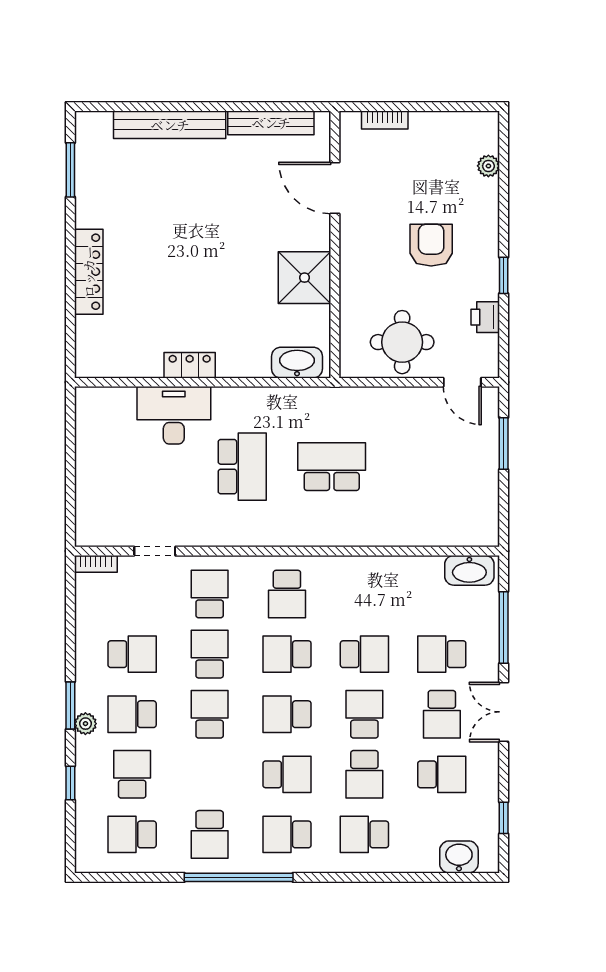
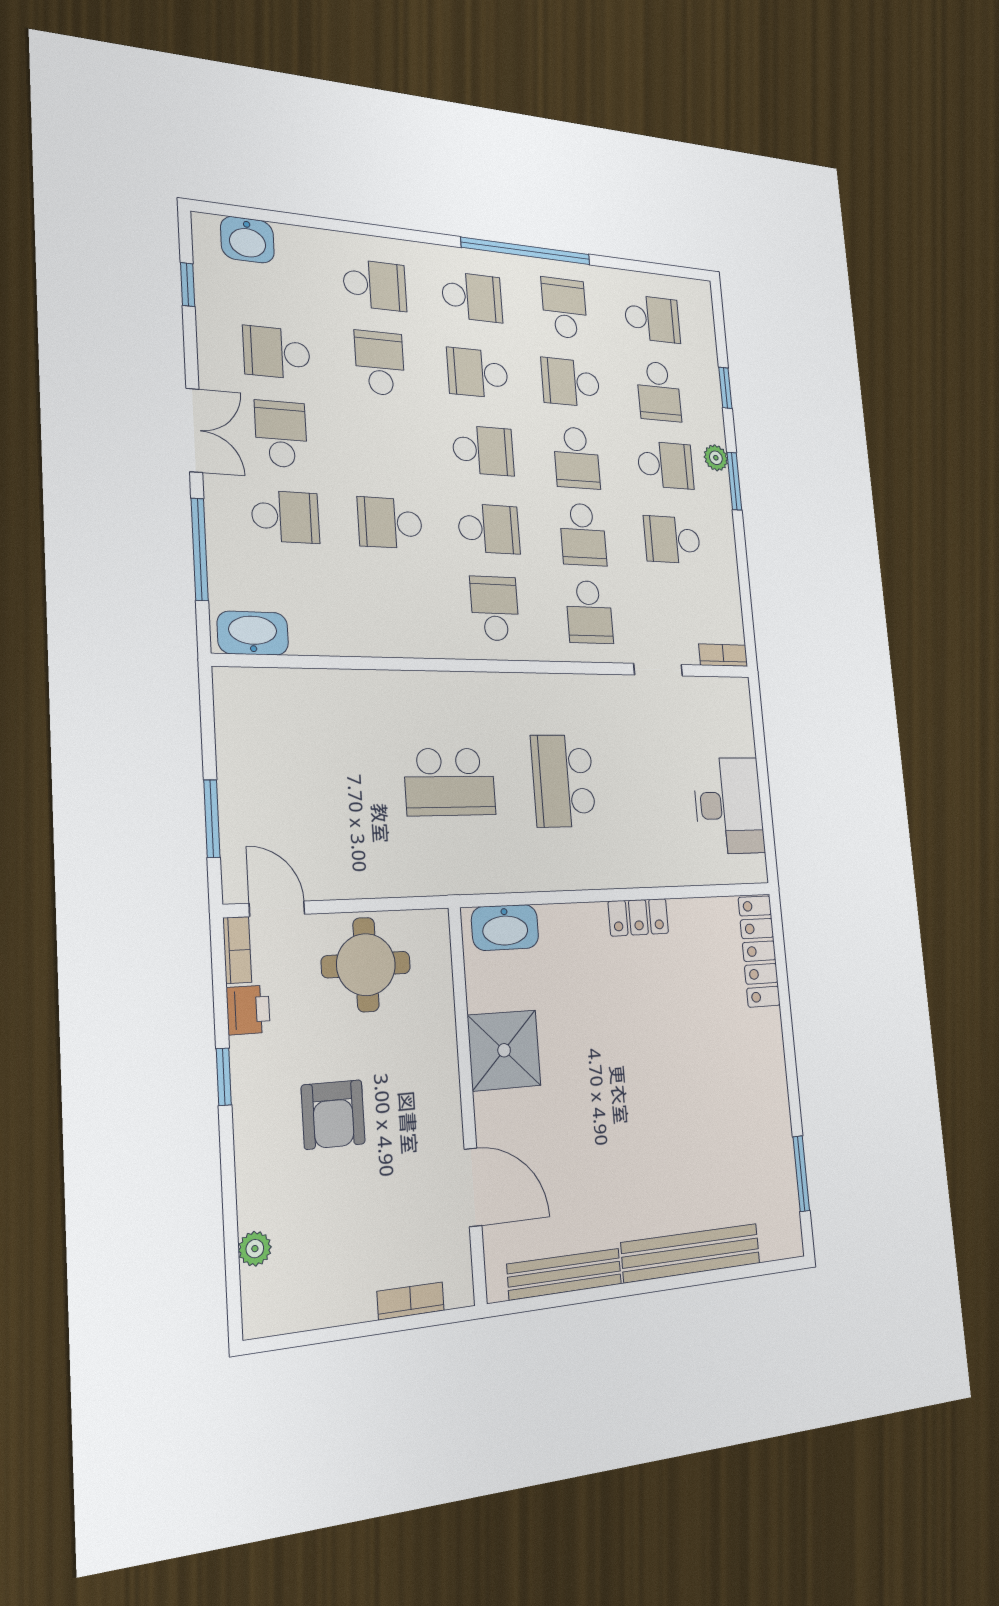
locker: (89, 272) -> (759, 951), moved
bookcase: (491, 356) -> (237, 950), added
desk: (174, 415) -> (729, 806), moved, turned -90
school desk: (364, 714) -> (571, 382), moved, turned 90

